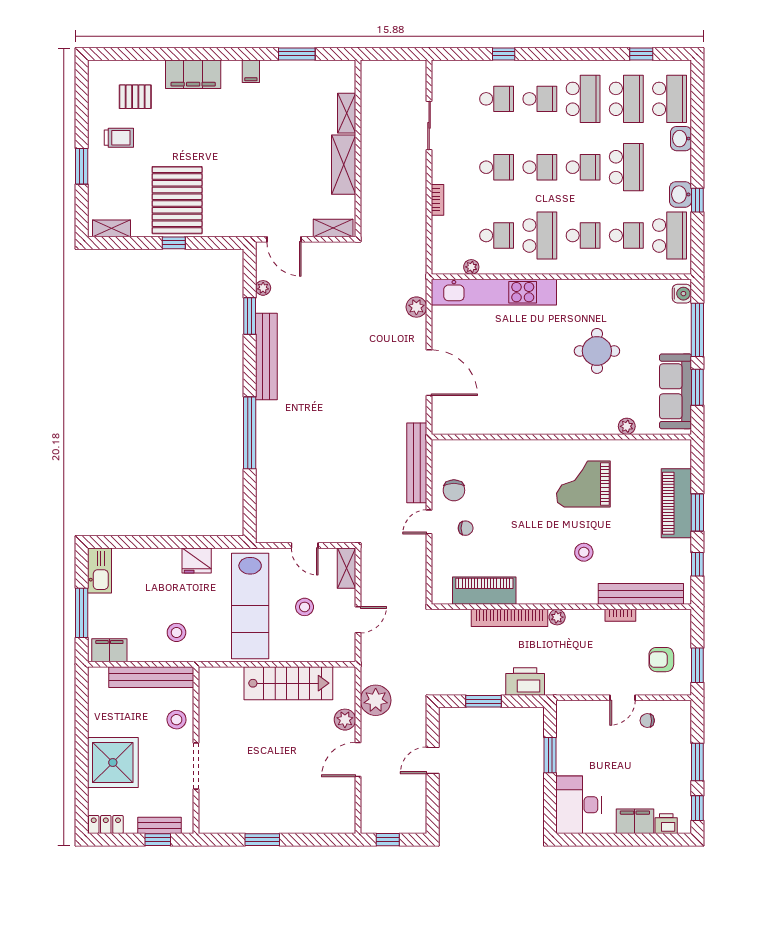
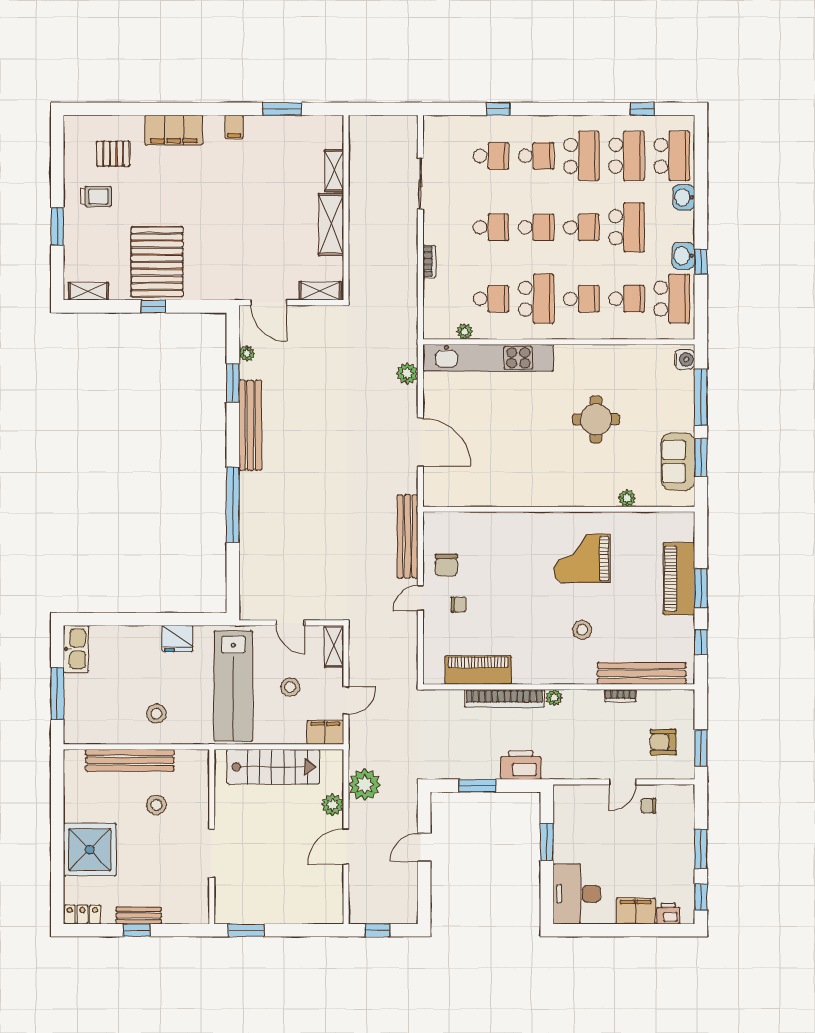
sofa: (676, 391) -> (678, 462), width x0.73
filing cabinet: (109, 650) -> (325, 732), moved
wall: (196, 750) -> (212, 837), moved
doorway: (196, 766) -> (212, 853), moved

